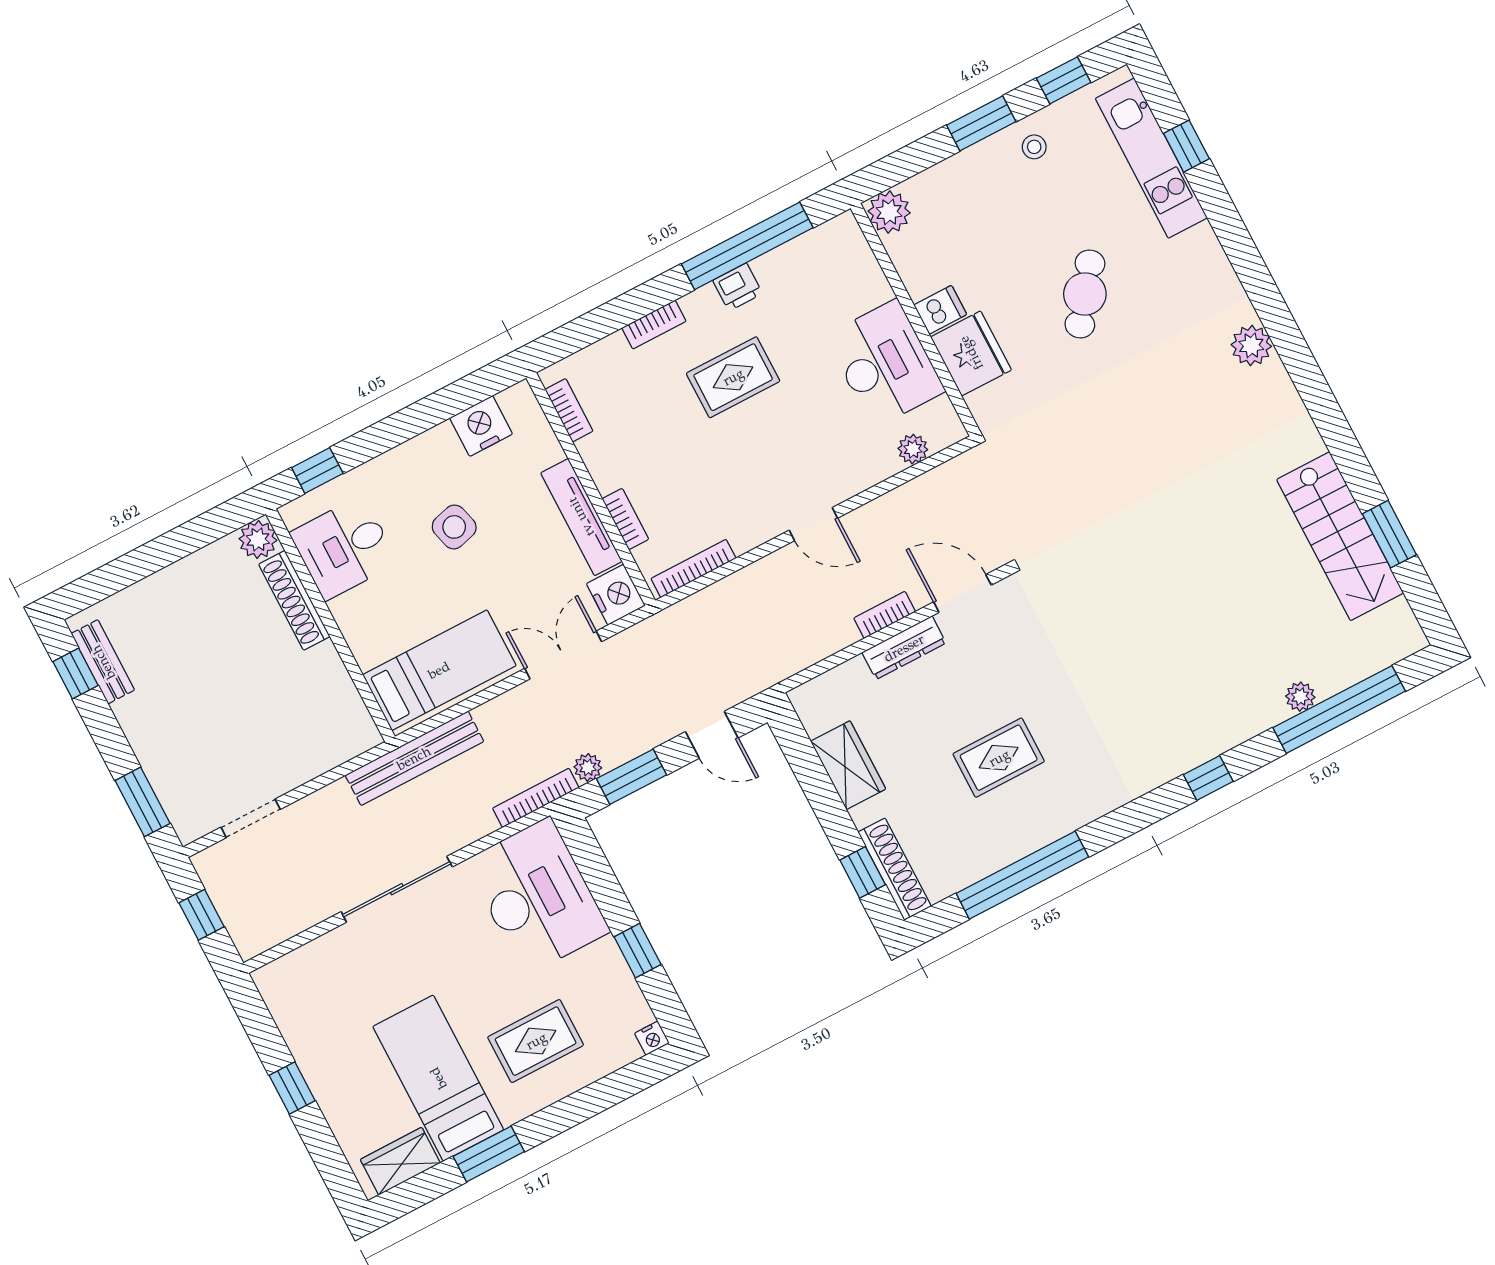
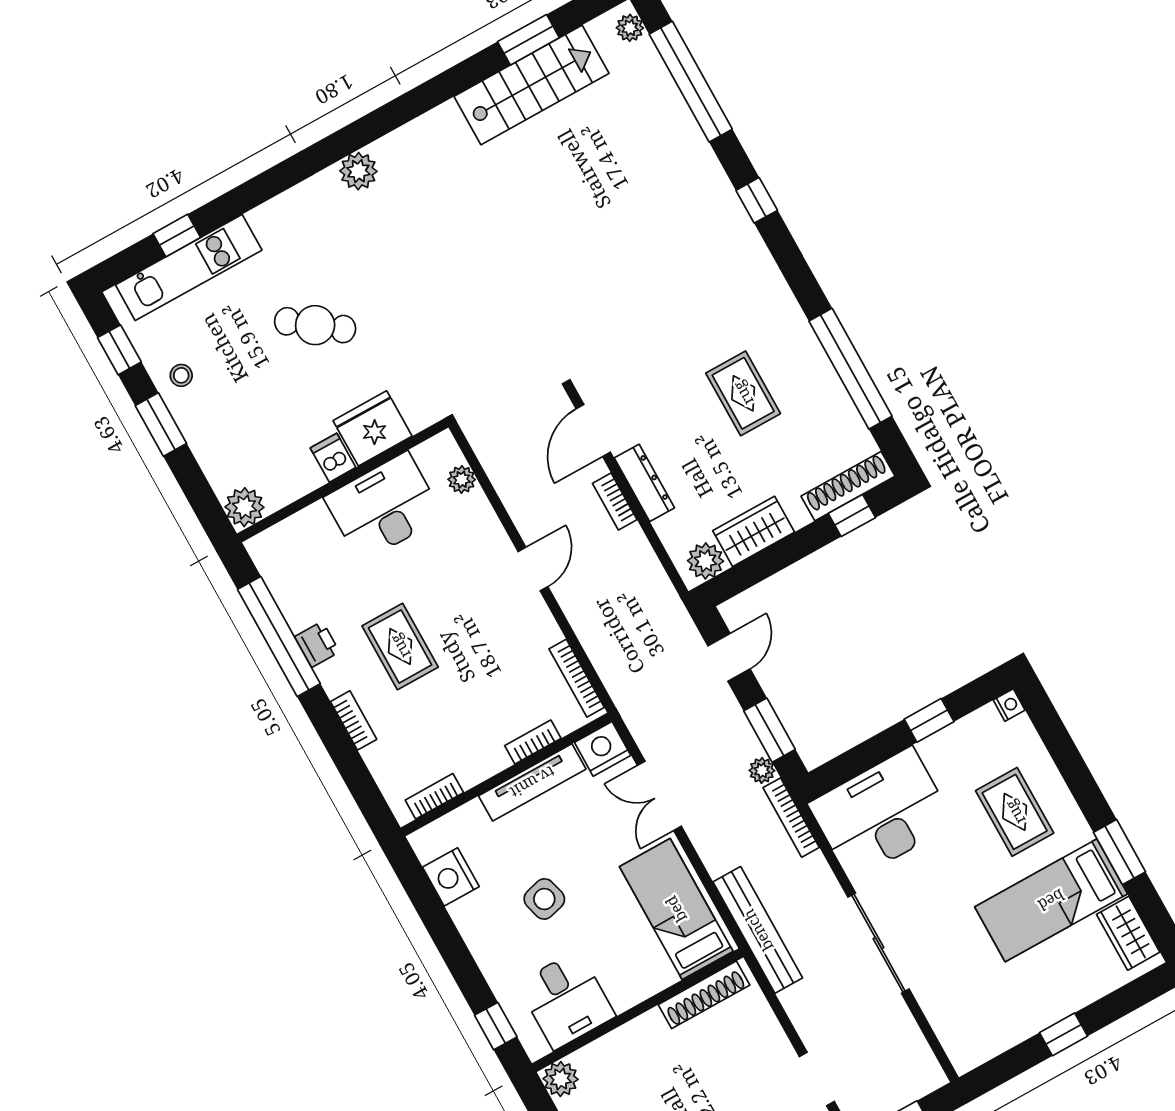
shoe rack: (294, 600) -> (704, 995), moved
plant: (1300, 697) -> (630, 28), moved
plant: (817, 712) -> (706, 561), added

